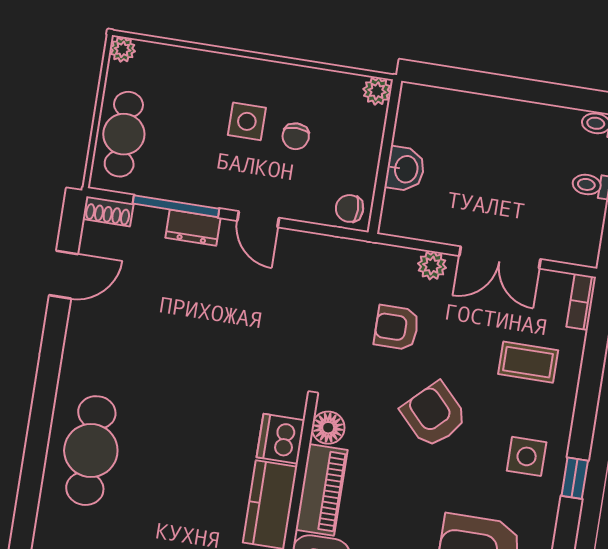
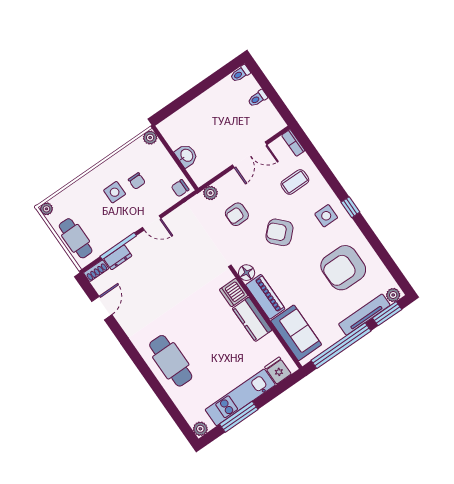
dresser: (193, 228) -> (118, 257), moved
plant: (432, 266) -> (210, 193), moved

